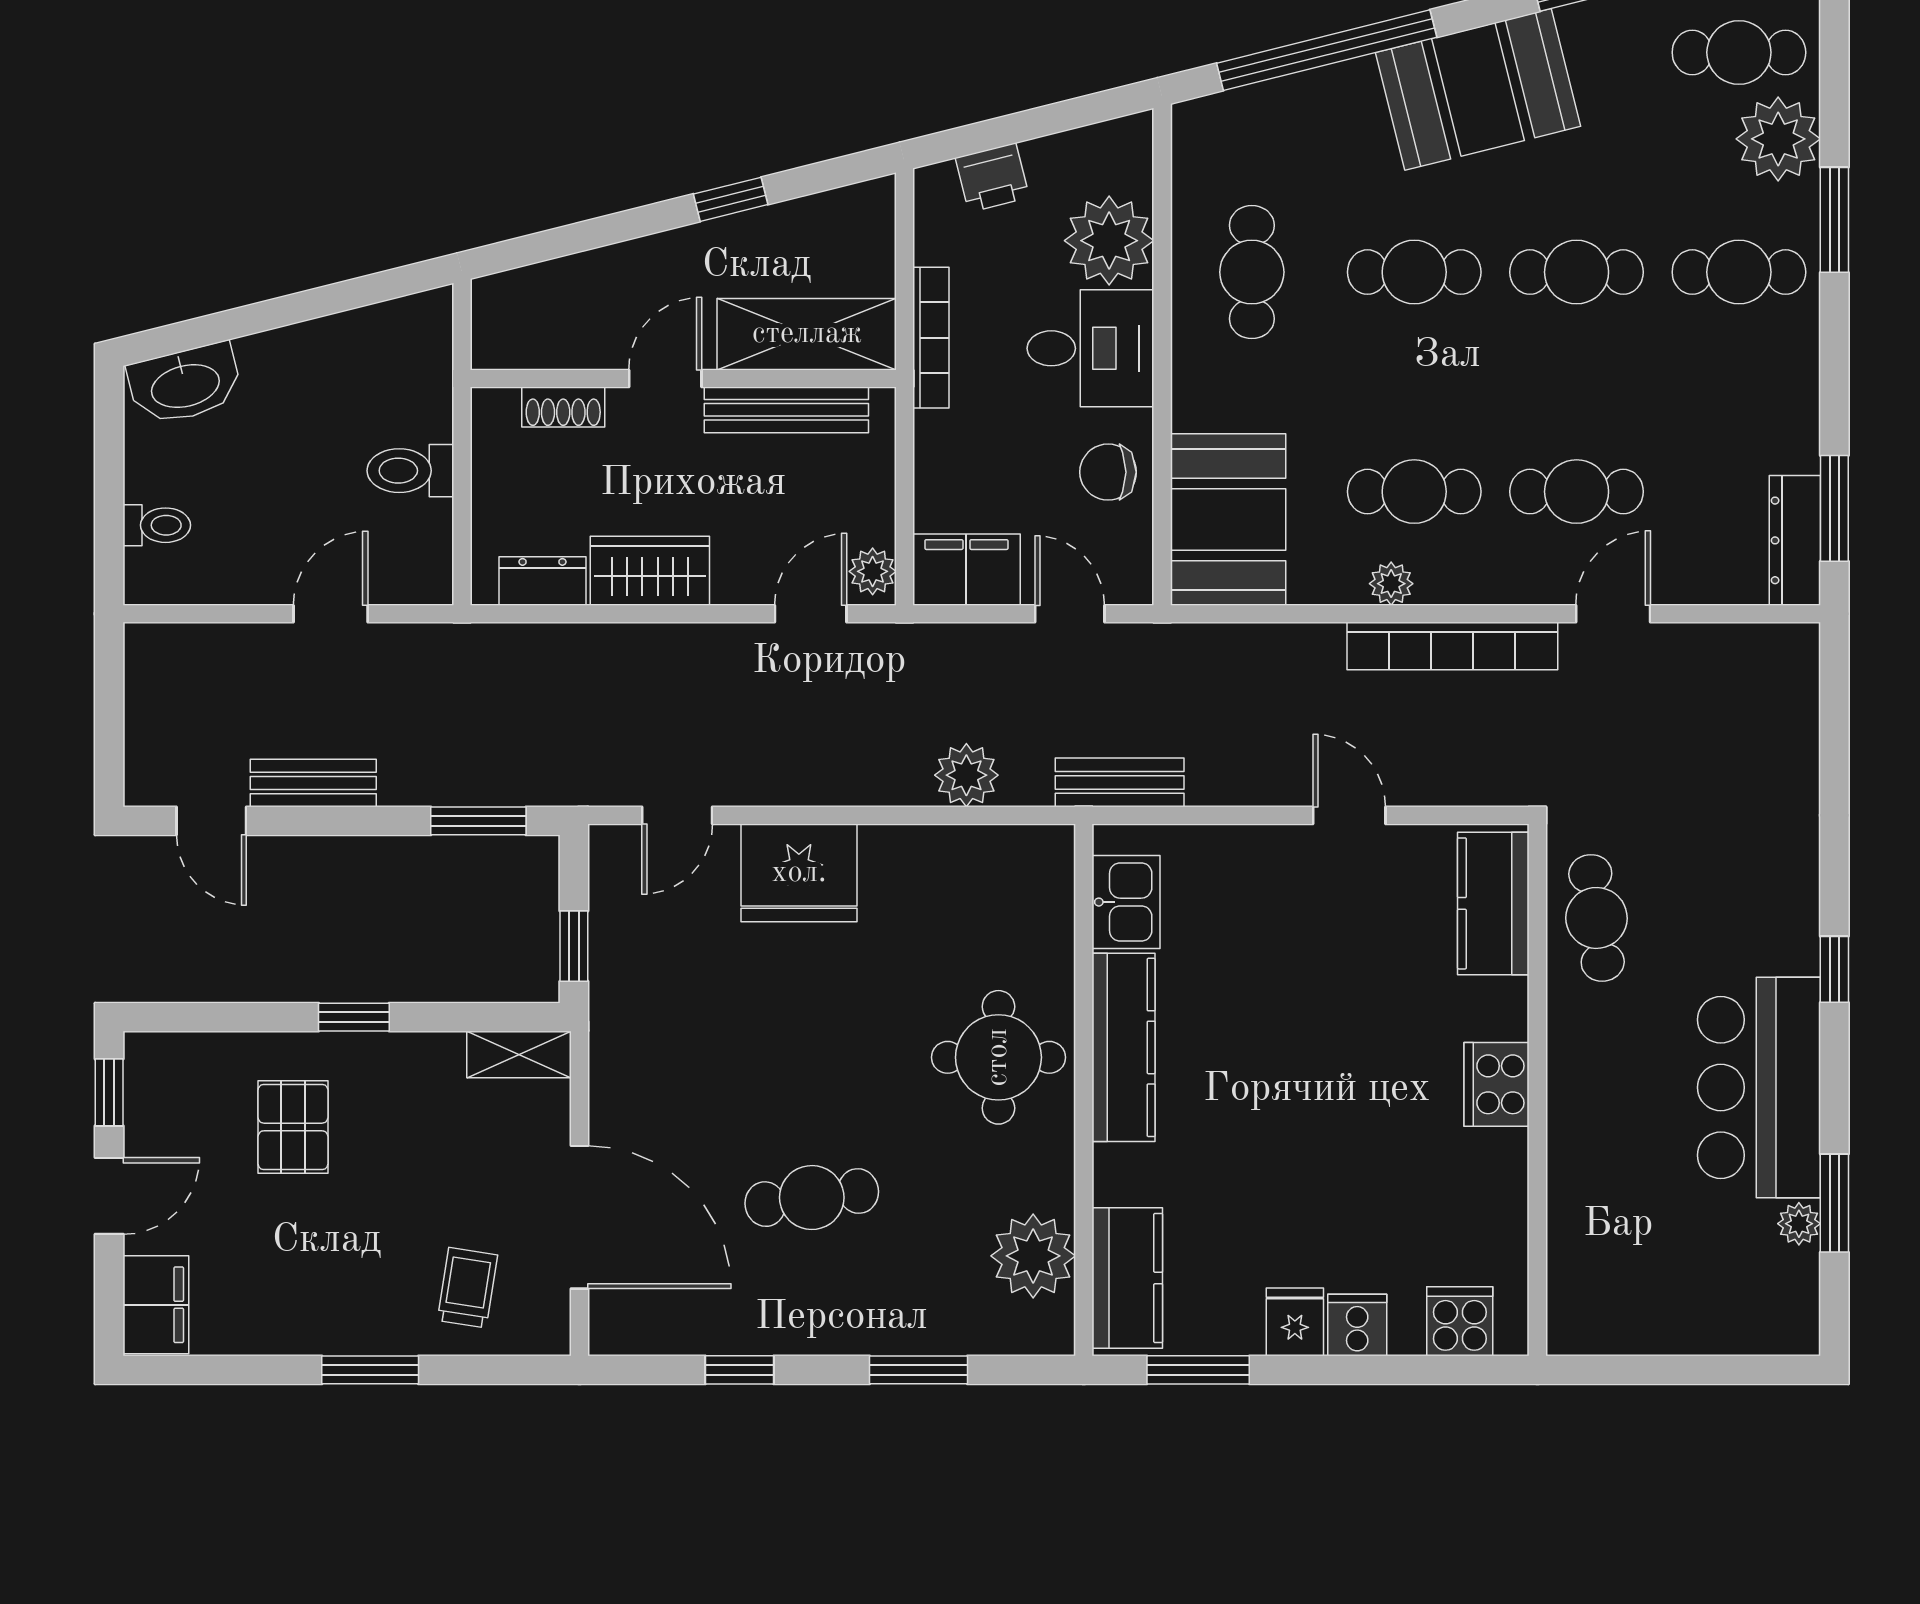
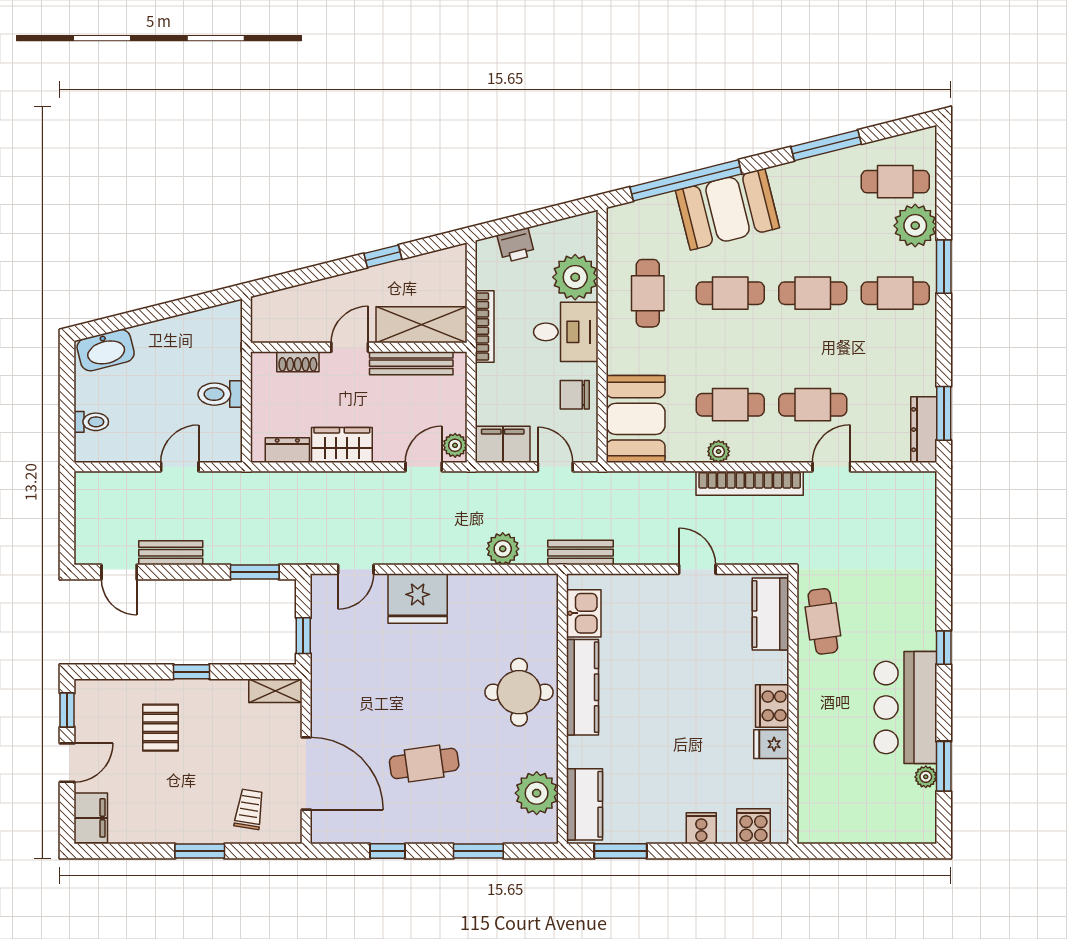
booth: (1478, 89) -> (728, 209), moved
fridge: (1295, 1322) -> (771, 744), moved, turned -90

